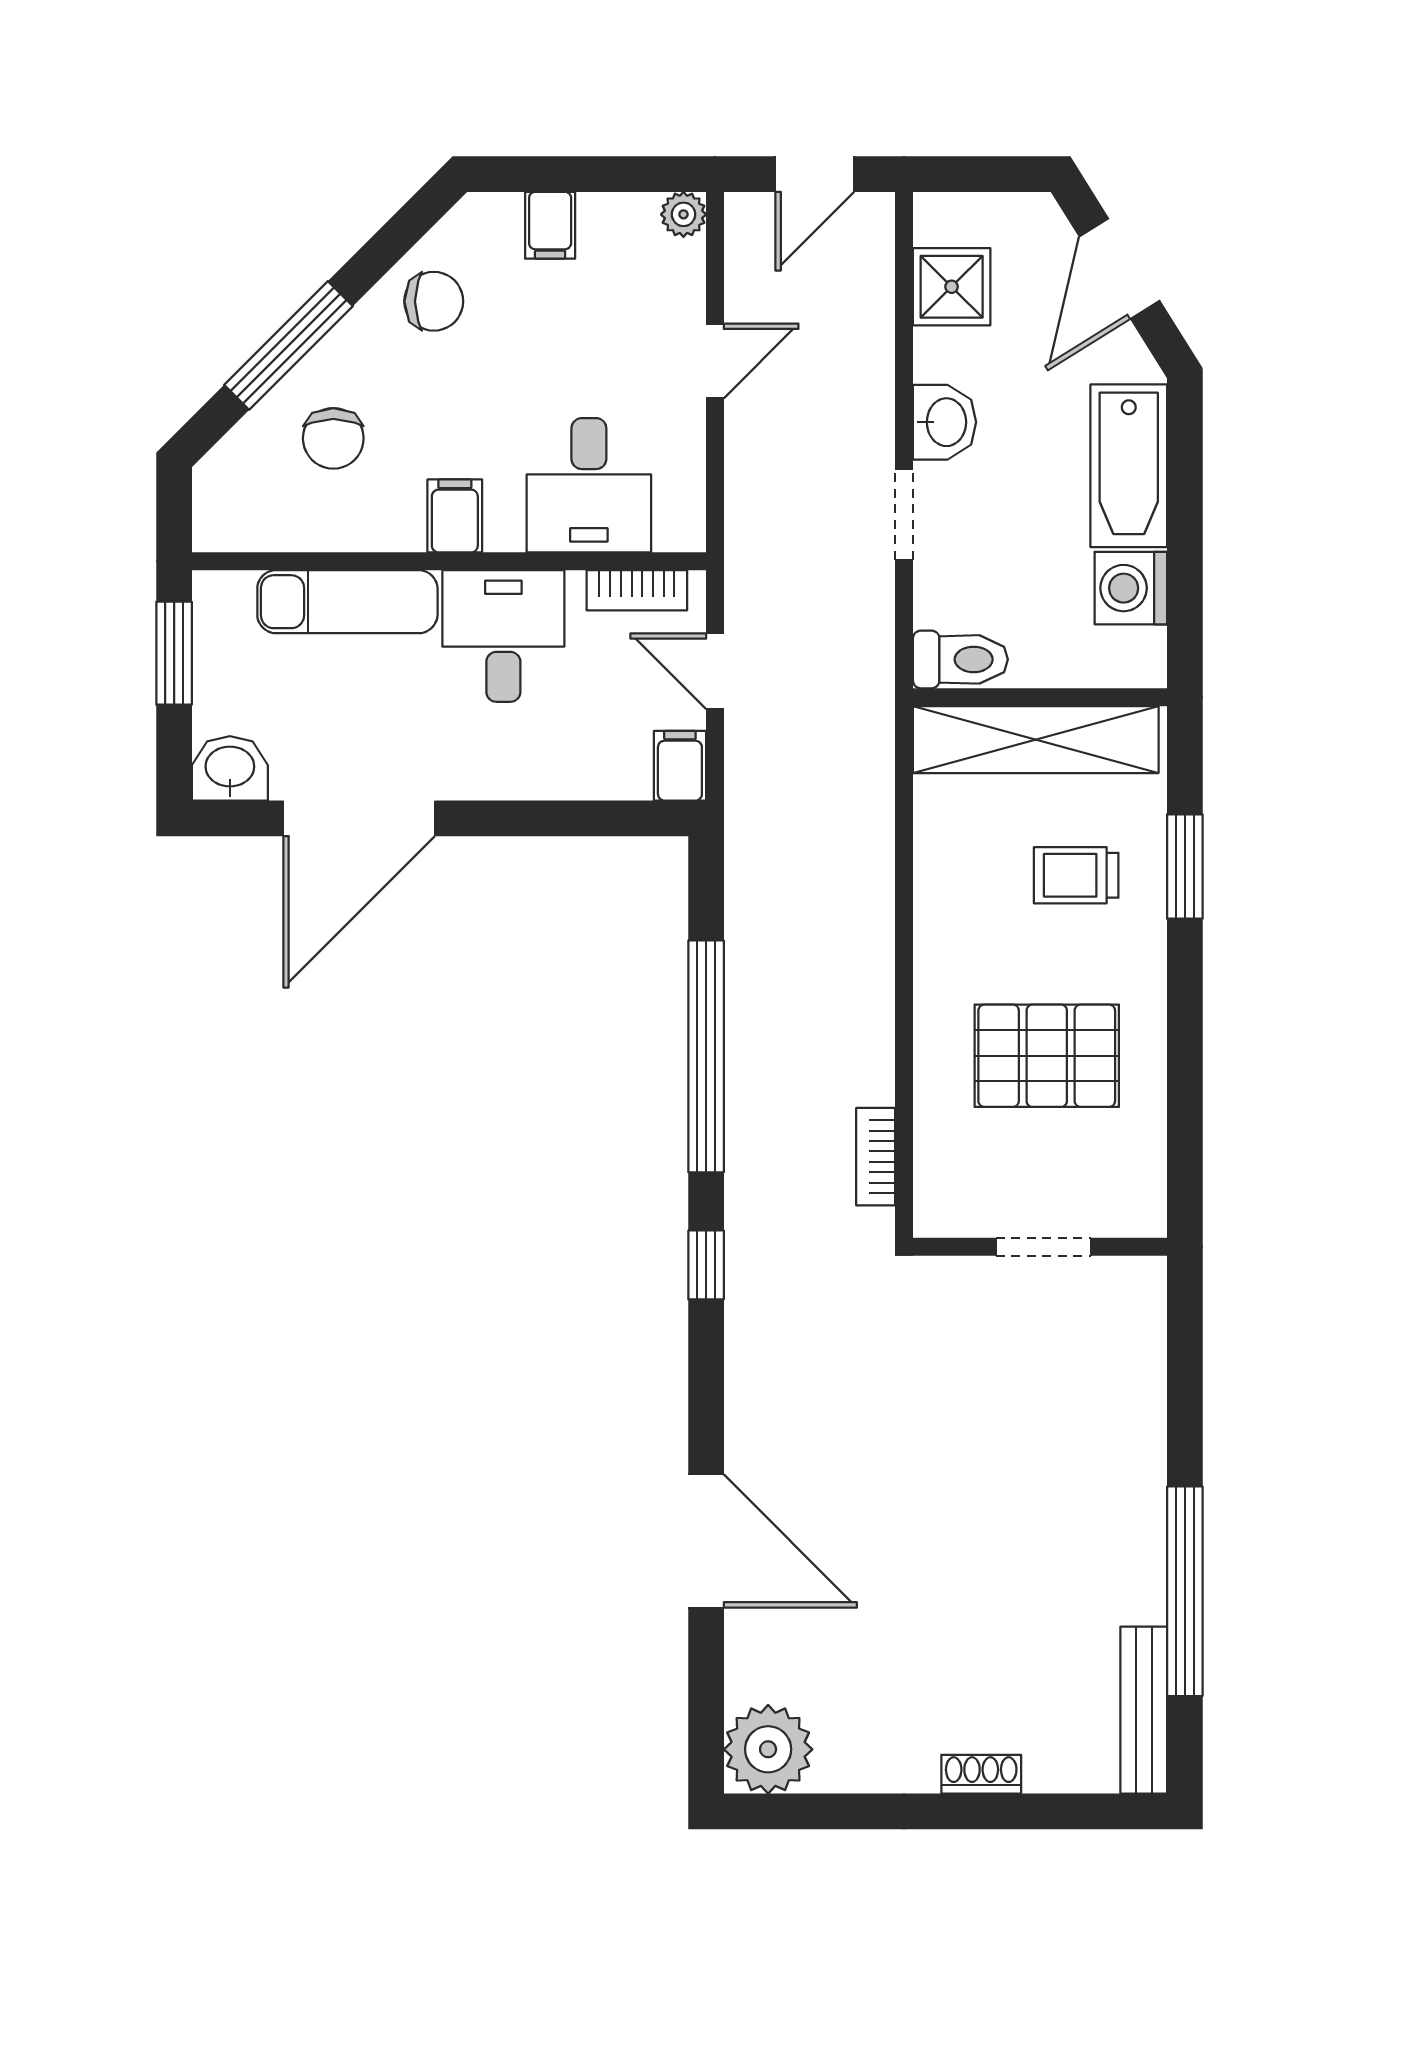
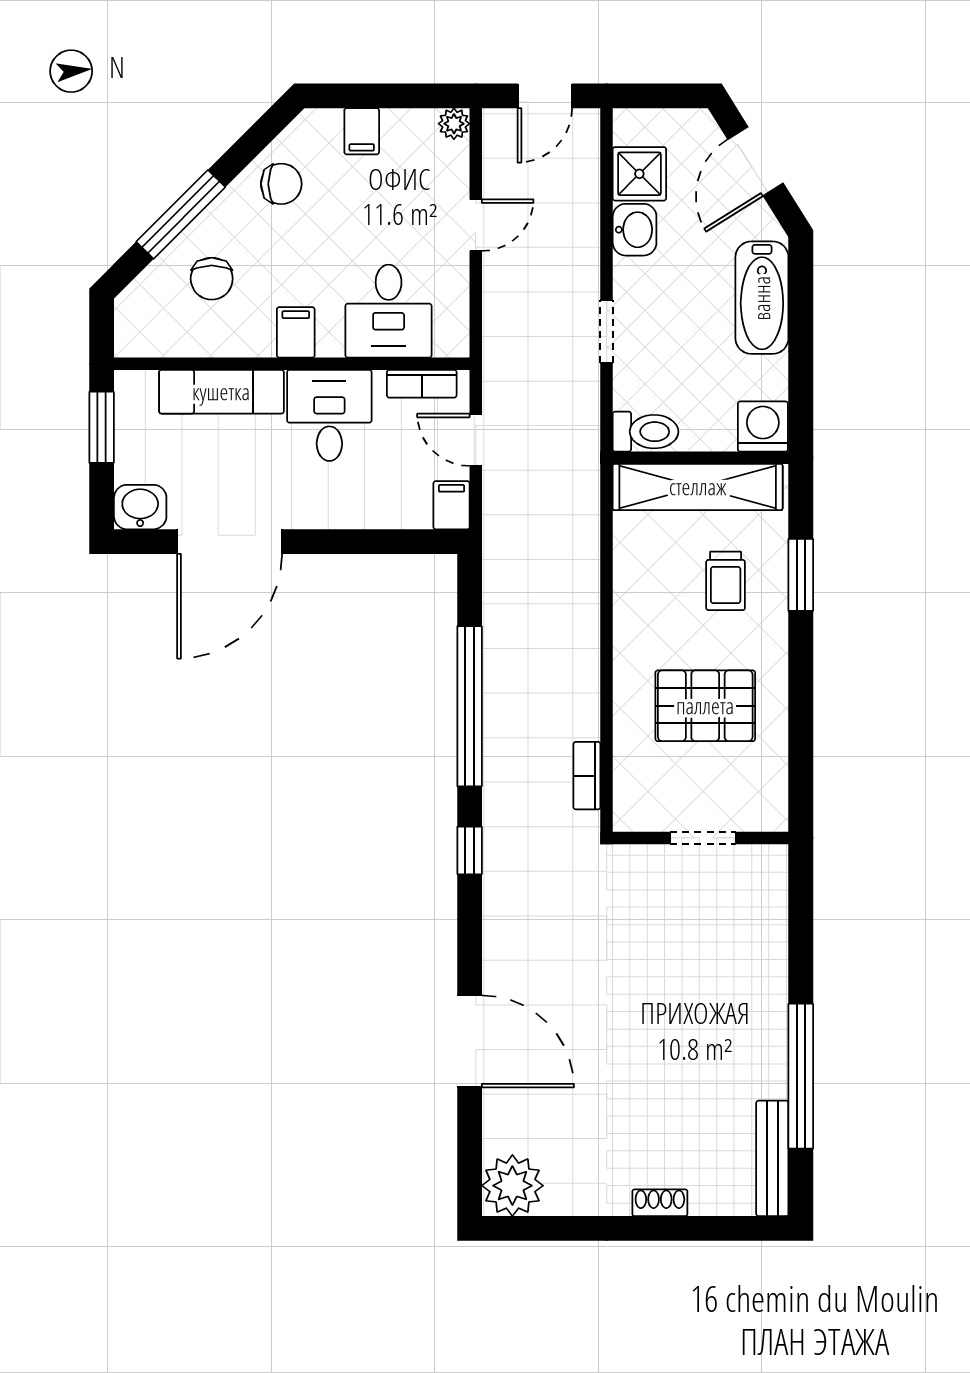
washbasin: (945, 422) -> (635, 230), moved
washing machine: (1131, 588) -> (763, 427), moved, turned 90
trolley: (1076, 875) -> (726, 581), turned -90

